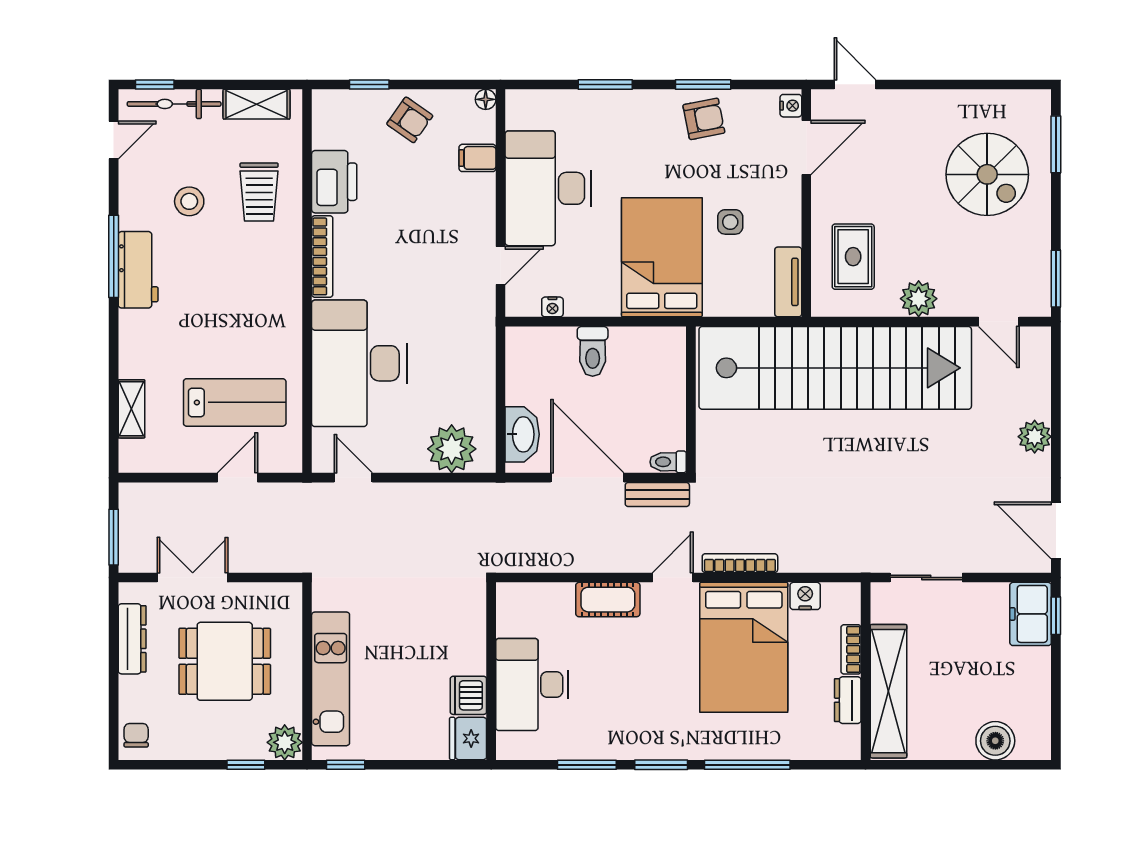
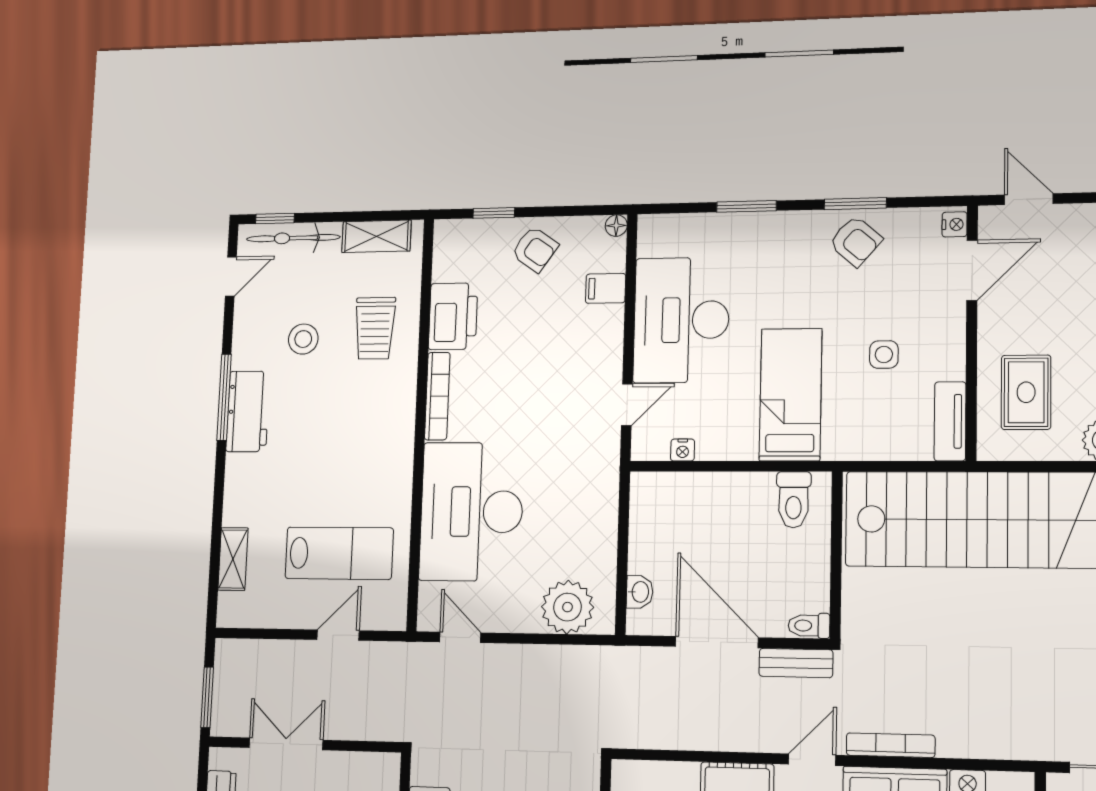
armchair: (704, 119) -> (855, 241), turned 52
bed: (662, 257) -> (791, 395), width x0.67
toilet: (593, 351) -> (794, 500), moved
washbasin: (522, 434) -> (640, 592), width x0.52, depth x0.69

